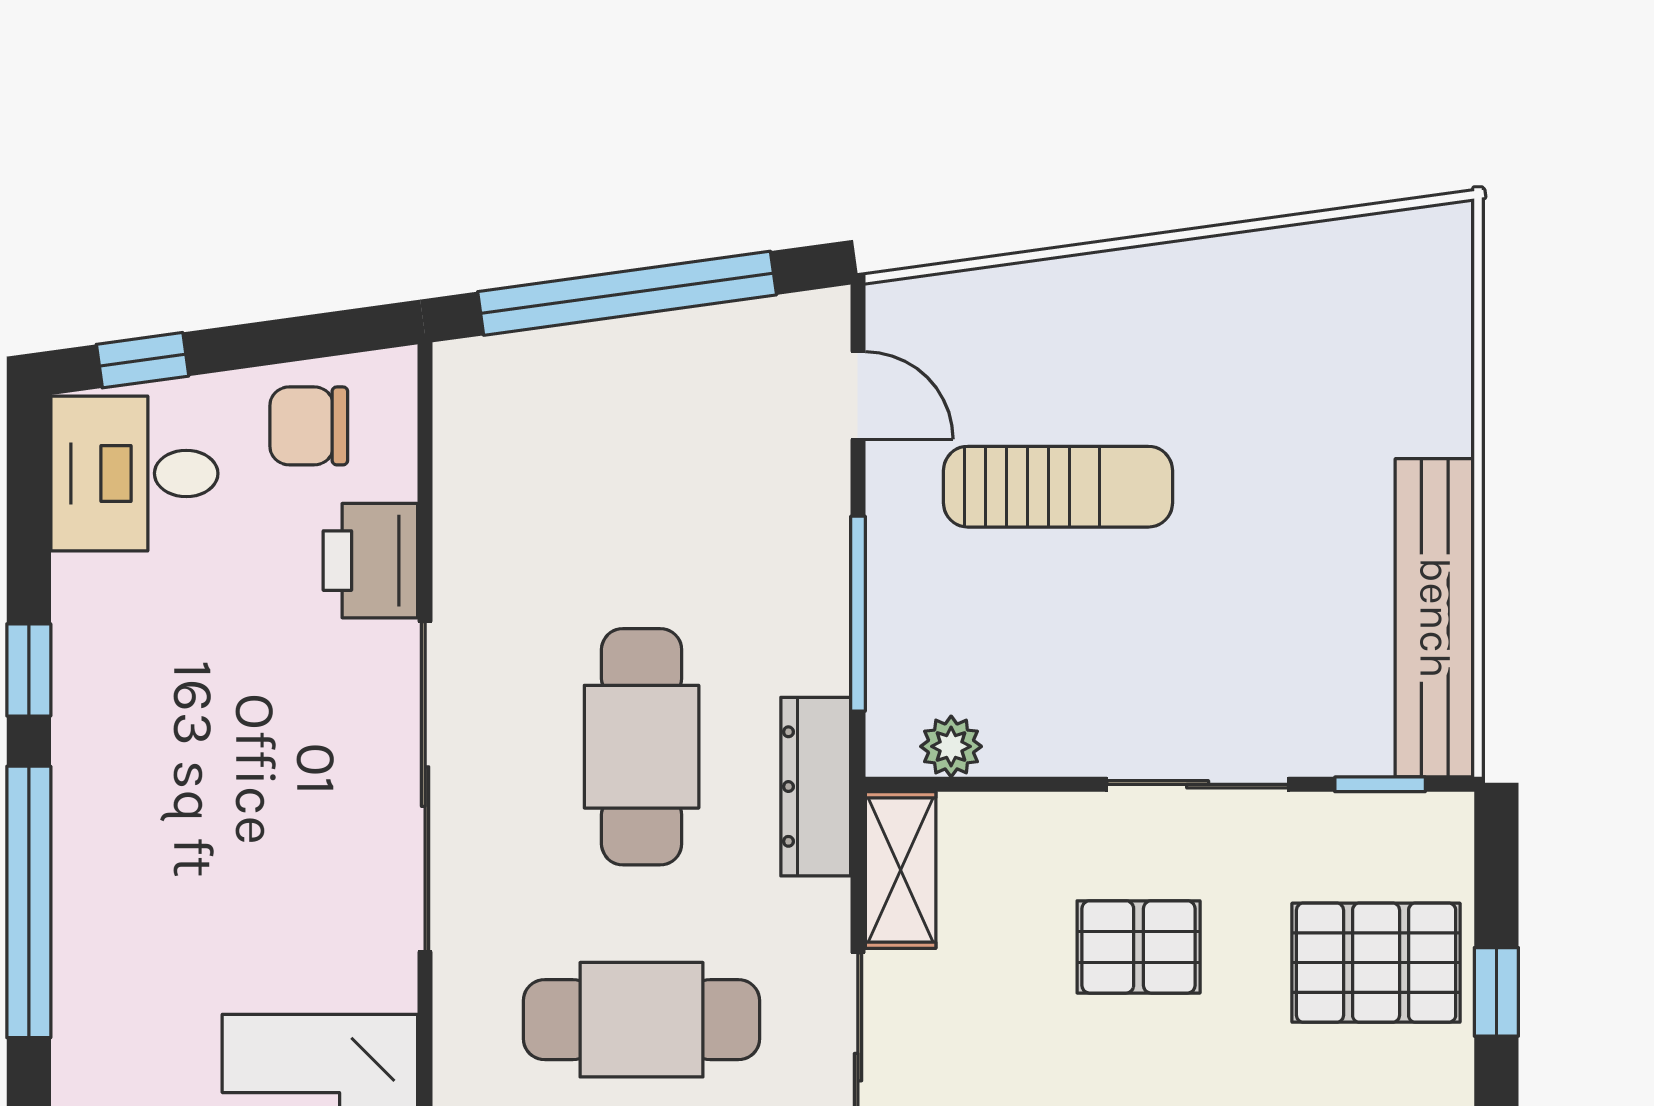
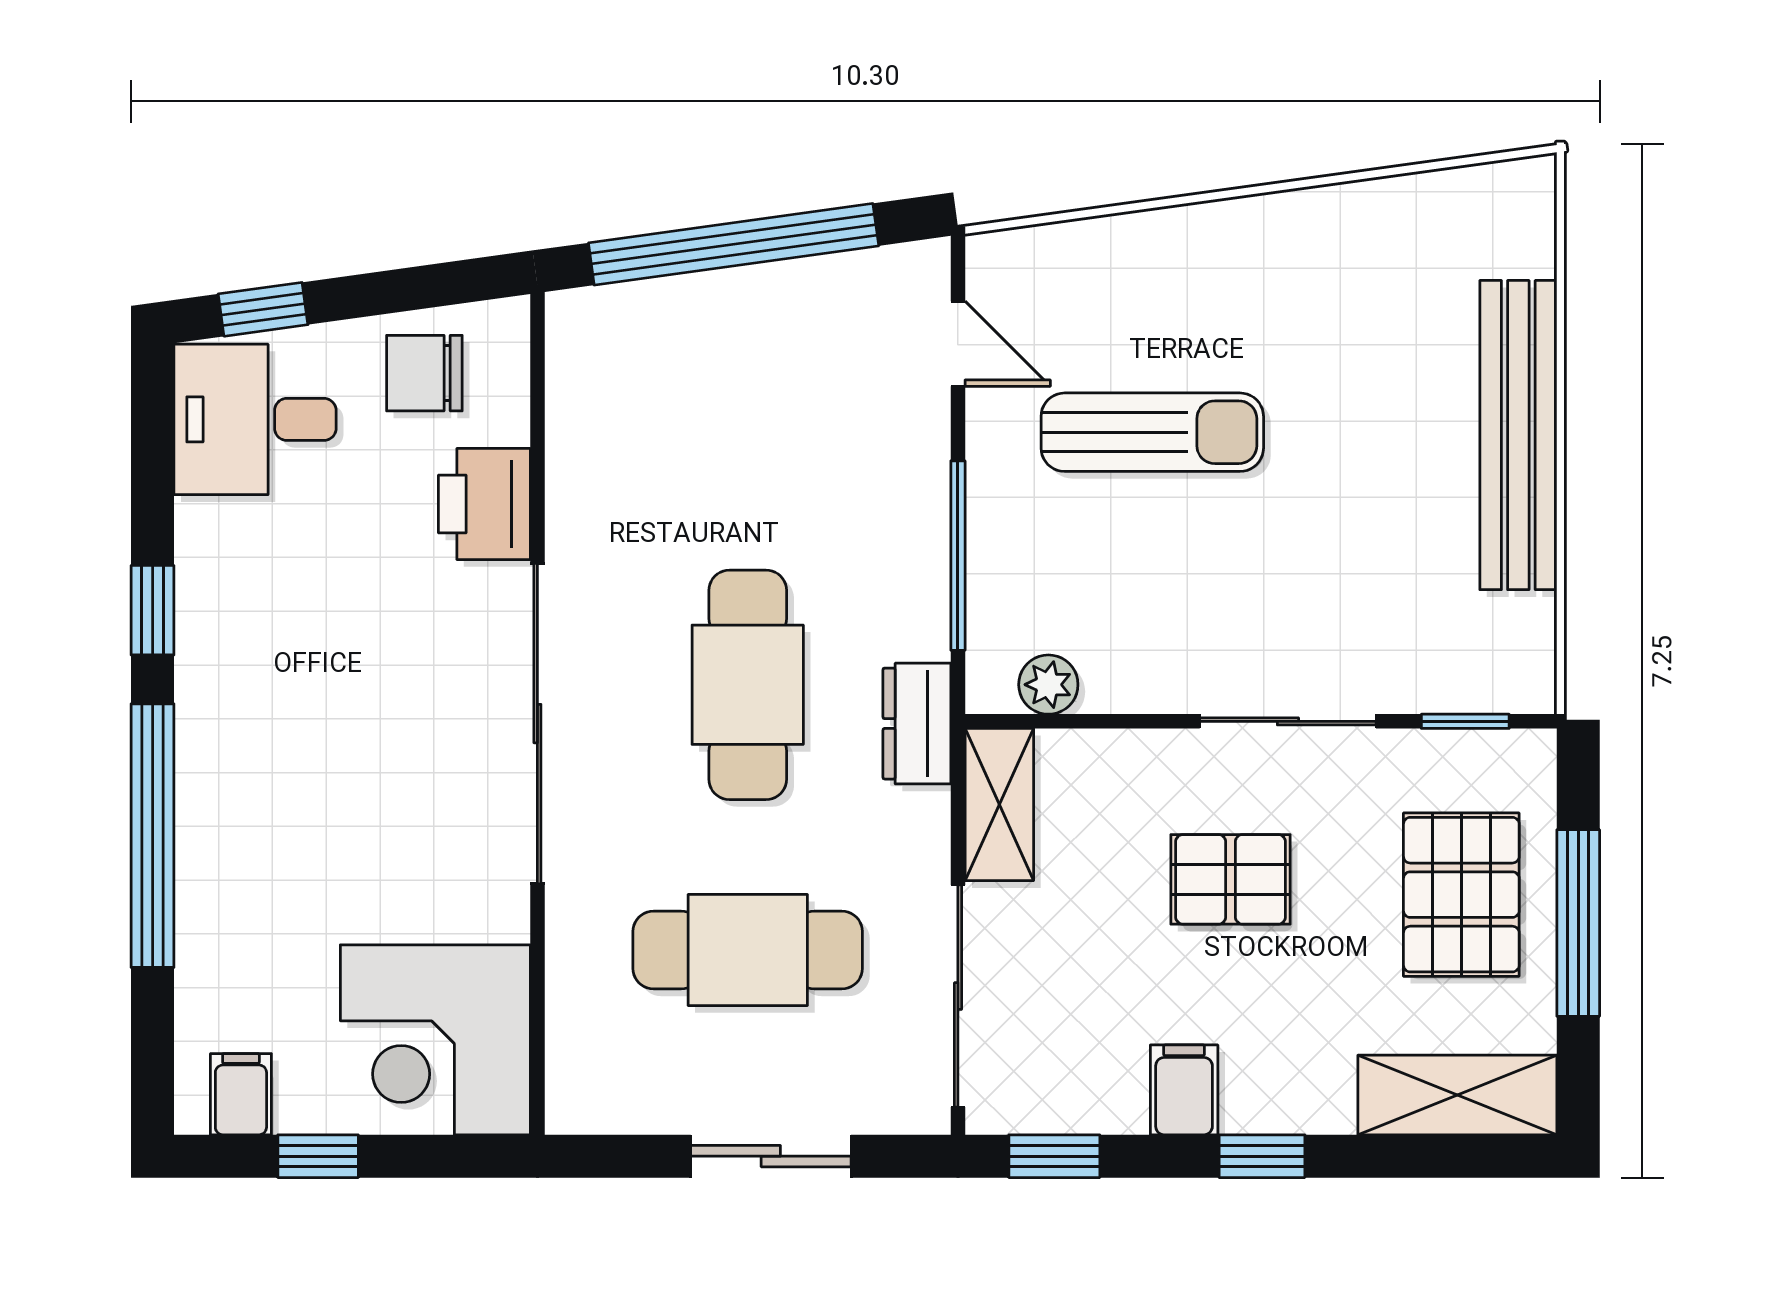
bench: (1435, 618) -> (1518, 435), moved
dresser: (816, 787) -> (917, 724), width x0.70
pallet: (1376, 963) -> (1461, 895), turned 90
window: (1496, 992) -> (1578, 923), width x2.17

